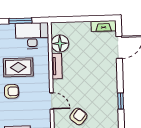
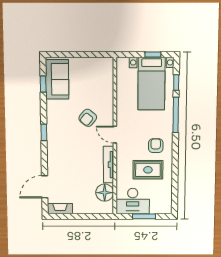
tv unit: (57, 66) -> (108, 165), width x1.41
armchair: (12, 91) -> (156, 146), turned 90

